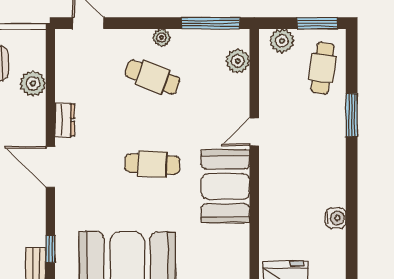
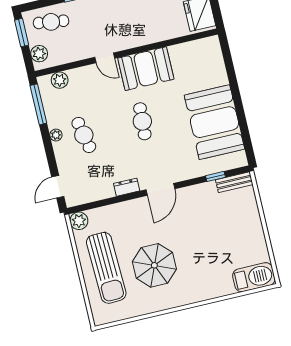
cafe table: (152, 77) -> (84, 135), turned -33
plant: (33, 83) -> (79, 221), moved

